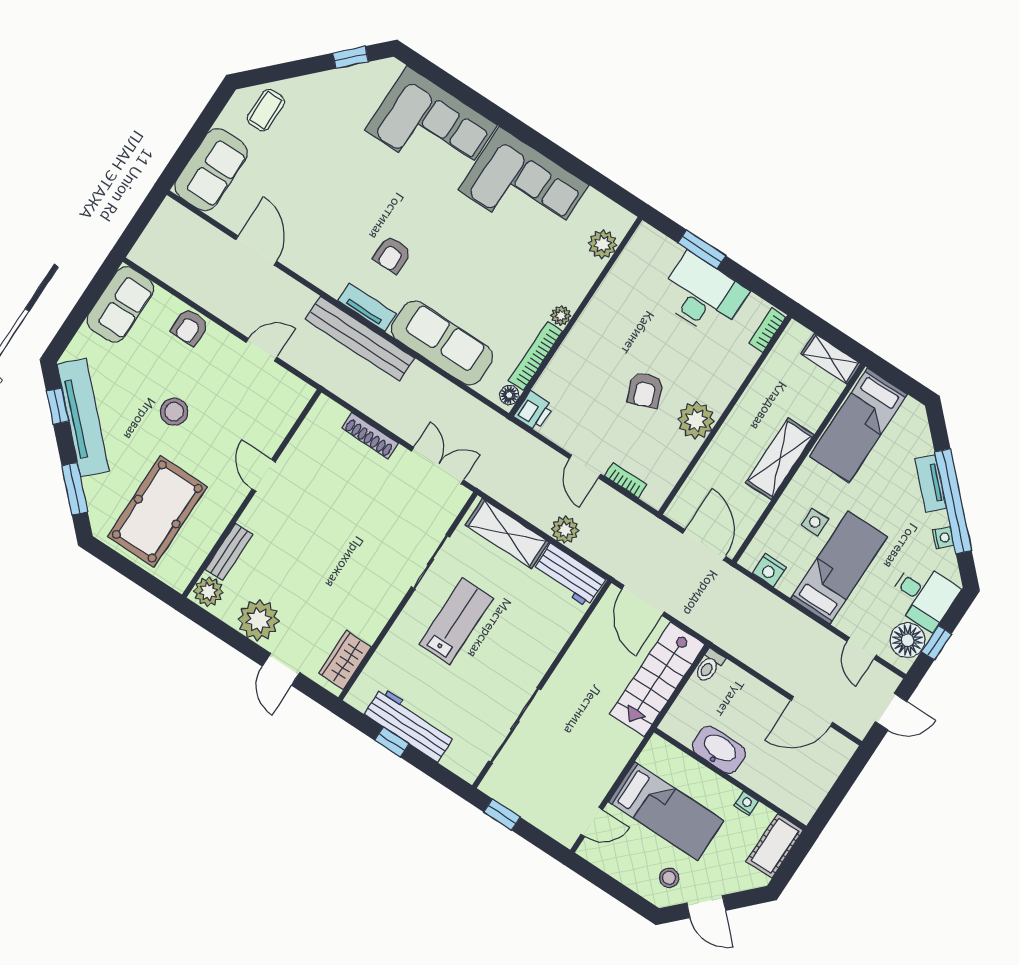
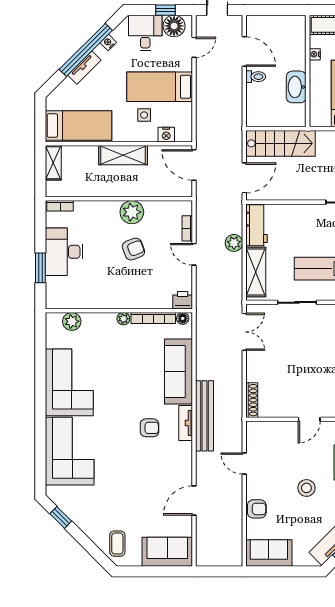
coffee table: (266, 110) -> (117, 544), turned 90
shoe rack: (370, 436) -> (252, 400), moved
double door: (437, 465) -> (244, 332), swing flipped
door: (585, 467) -> (194, 254), swing flipped
door: (704, 545) -> (194, 165), hinge flipped
nightstand: (769, 570) -> (166, 135), moved, turned 90
toilet: (709, 666) -> (256, 77), moved

